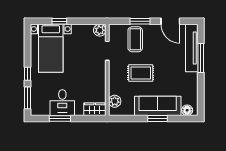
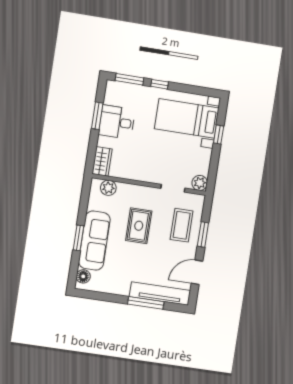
coffee table: (135, 39) -> (182, 225), turned 90

